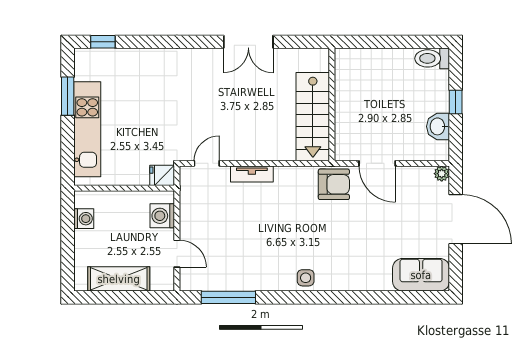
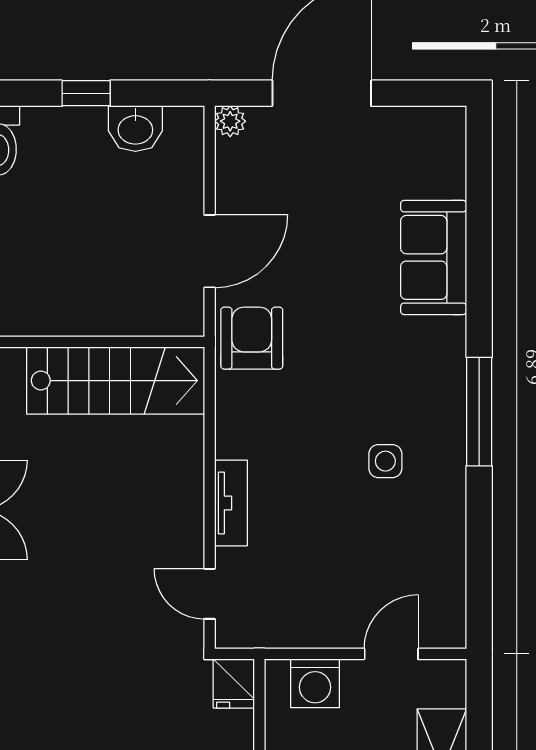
sofa: (421, 275) -> (434, 257), moved
side table: (306, 278) -> (385, 461), moved
window: (228, 297) -> (479, 412), moved

